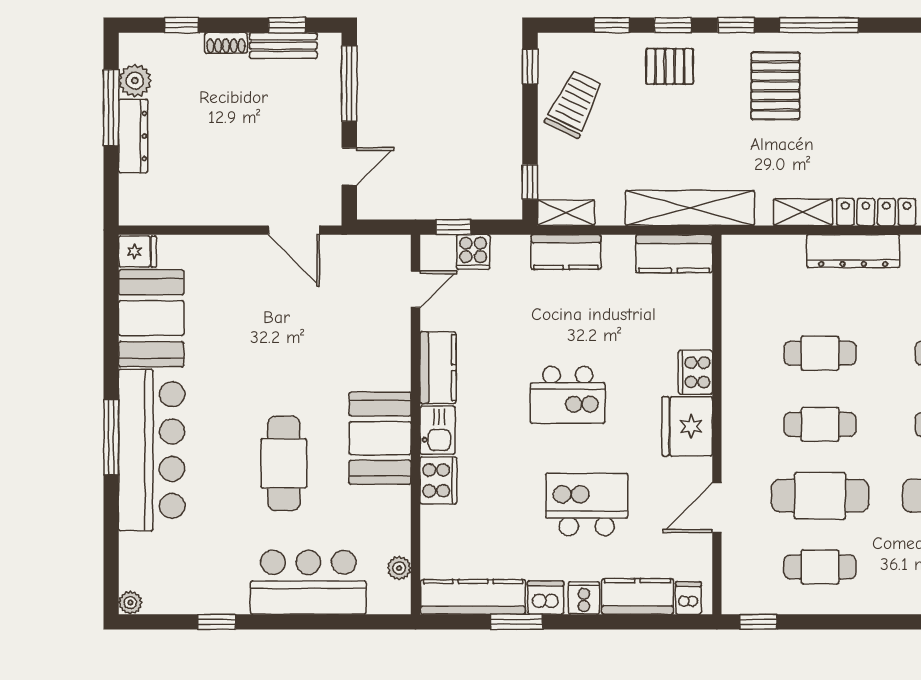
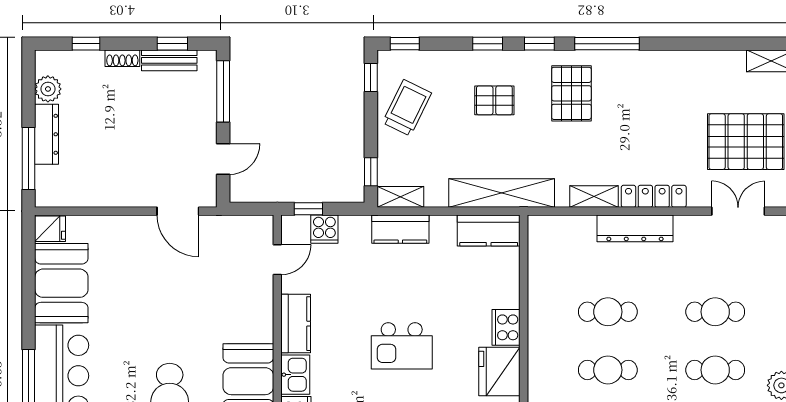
window: (612, 25) -> (405, 44), moved
pallet: (670, 66) -> (494, 100), moved
window: (111, 108) -> (29, 159), moved

